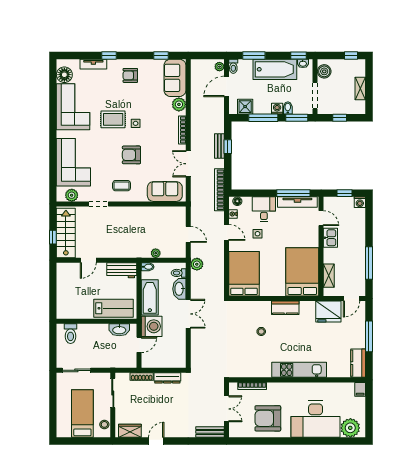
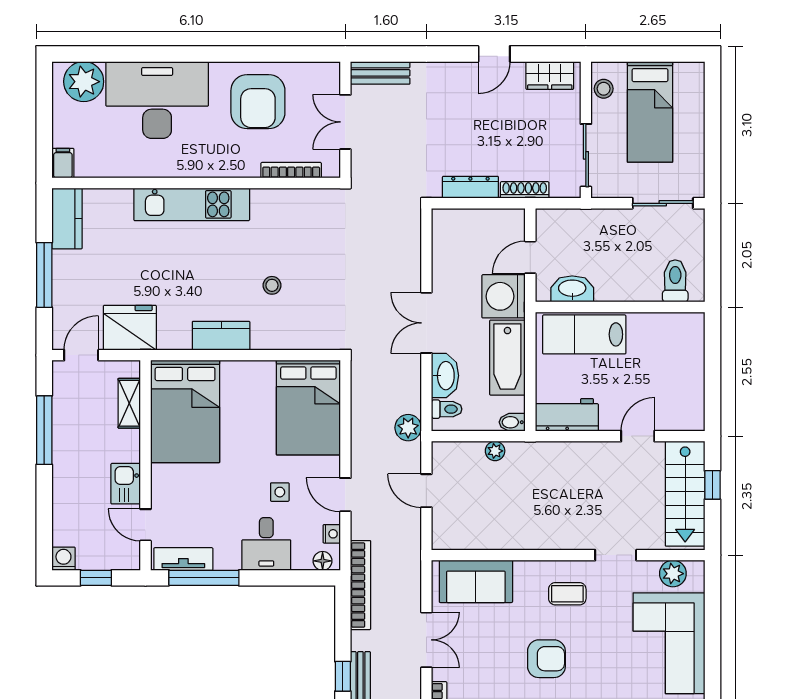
tv unit: (297, 202) -> (183, 559), width x0.71
armchair: (268, 418) -> (258, 102), turned 90

